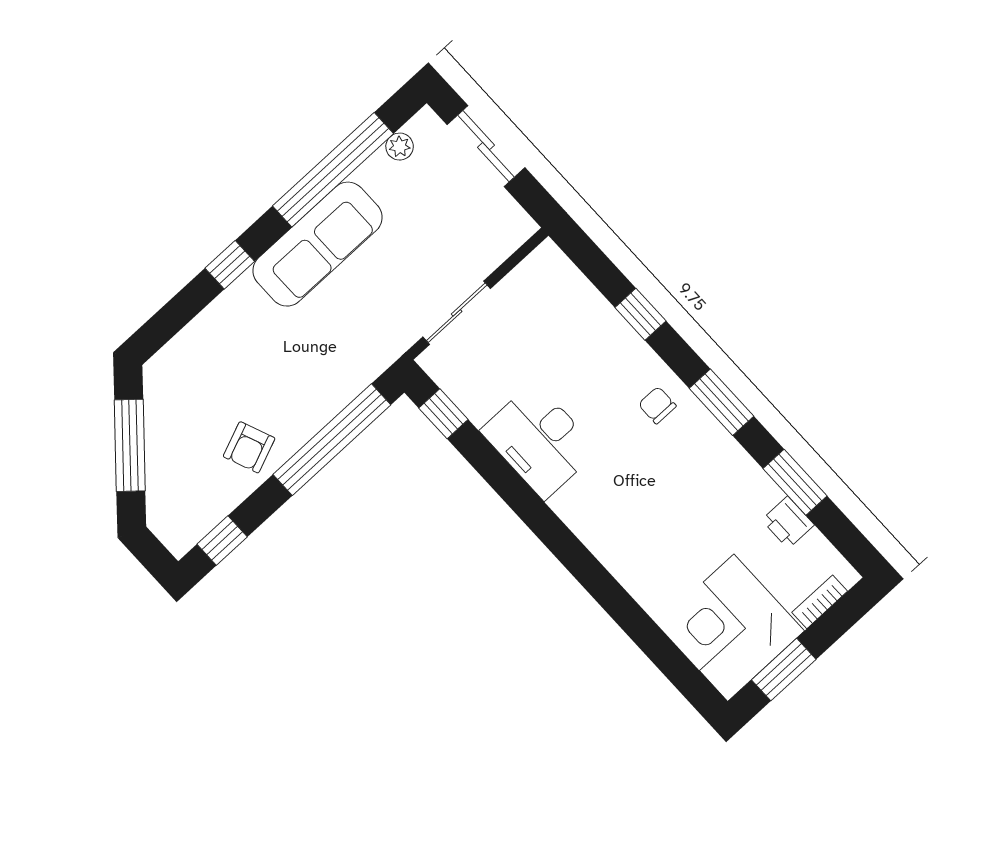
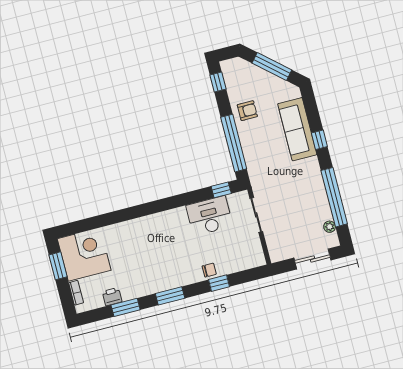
sofa: (318, 244) -> (297, 129), moved
chair: (657, 405) -> (209, 270), moved
desk: (539, 440) -> (209, 216), moved
armchair: (249, 447) -> (247, 111), turned 112

